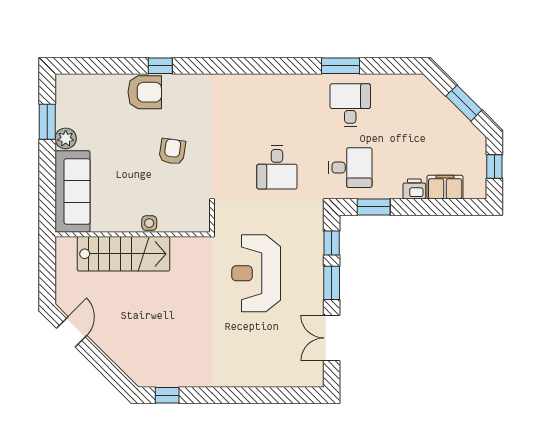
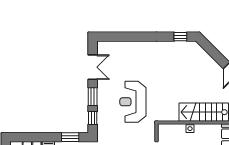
reception desk: (256, 273) -> (133, 102), turned 180

